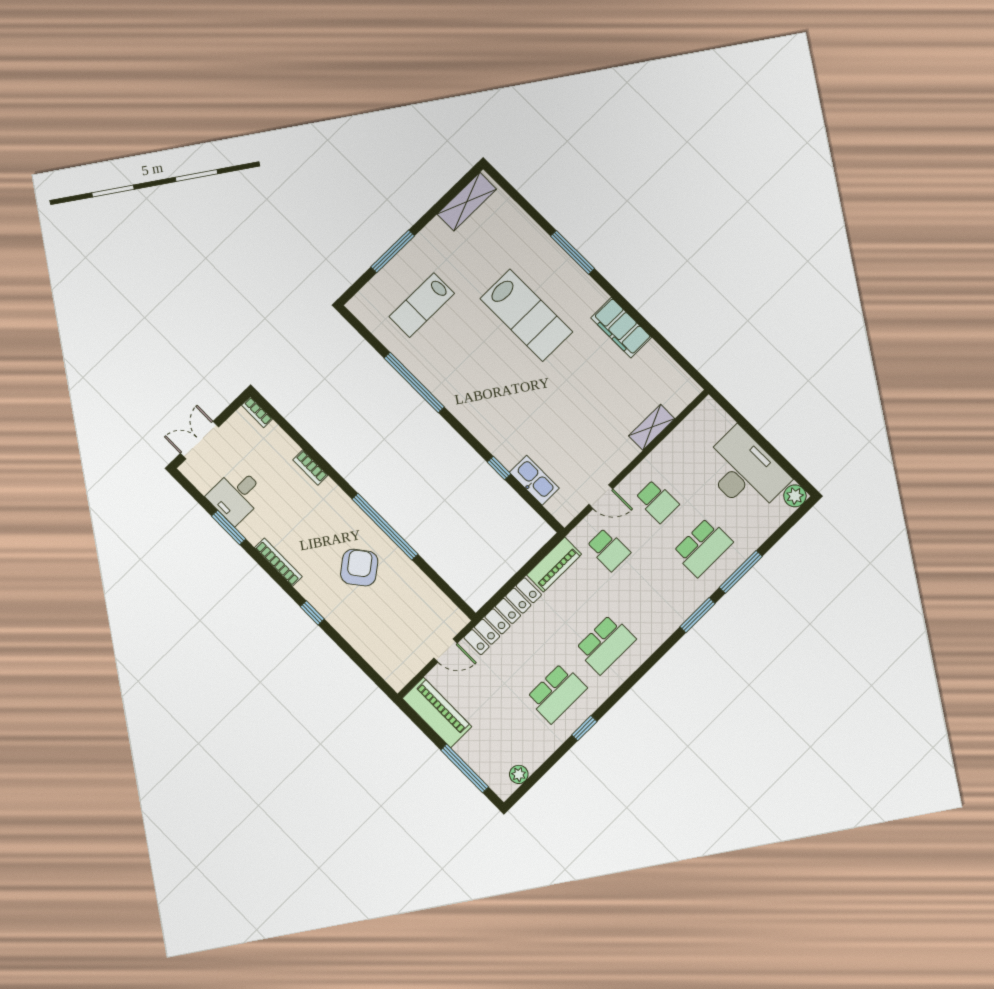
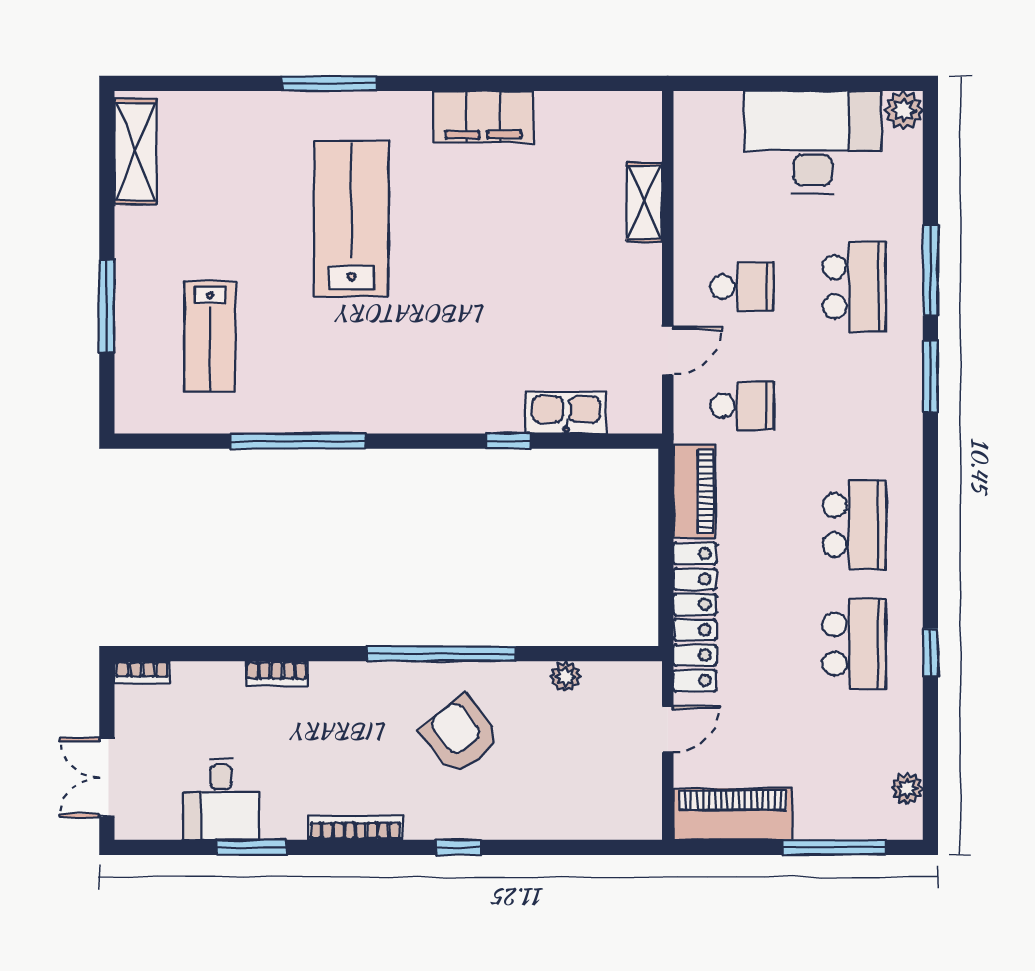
lab bench: (526, 315) -> (351, 219), turned -90
plant: (426, 587) -> (565, 676), added

